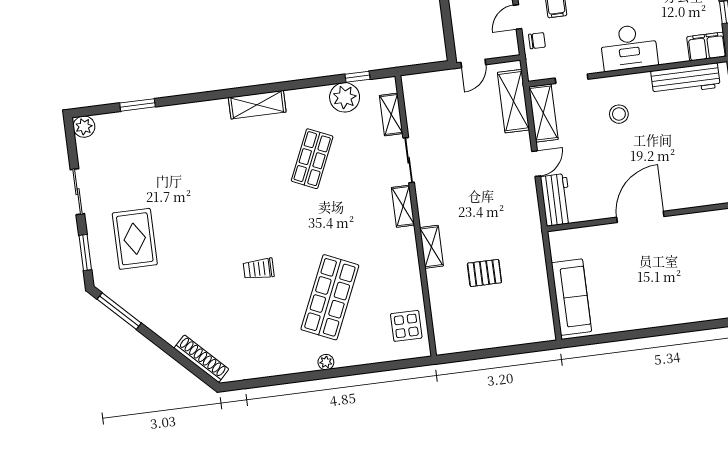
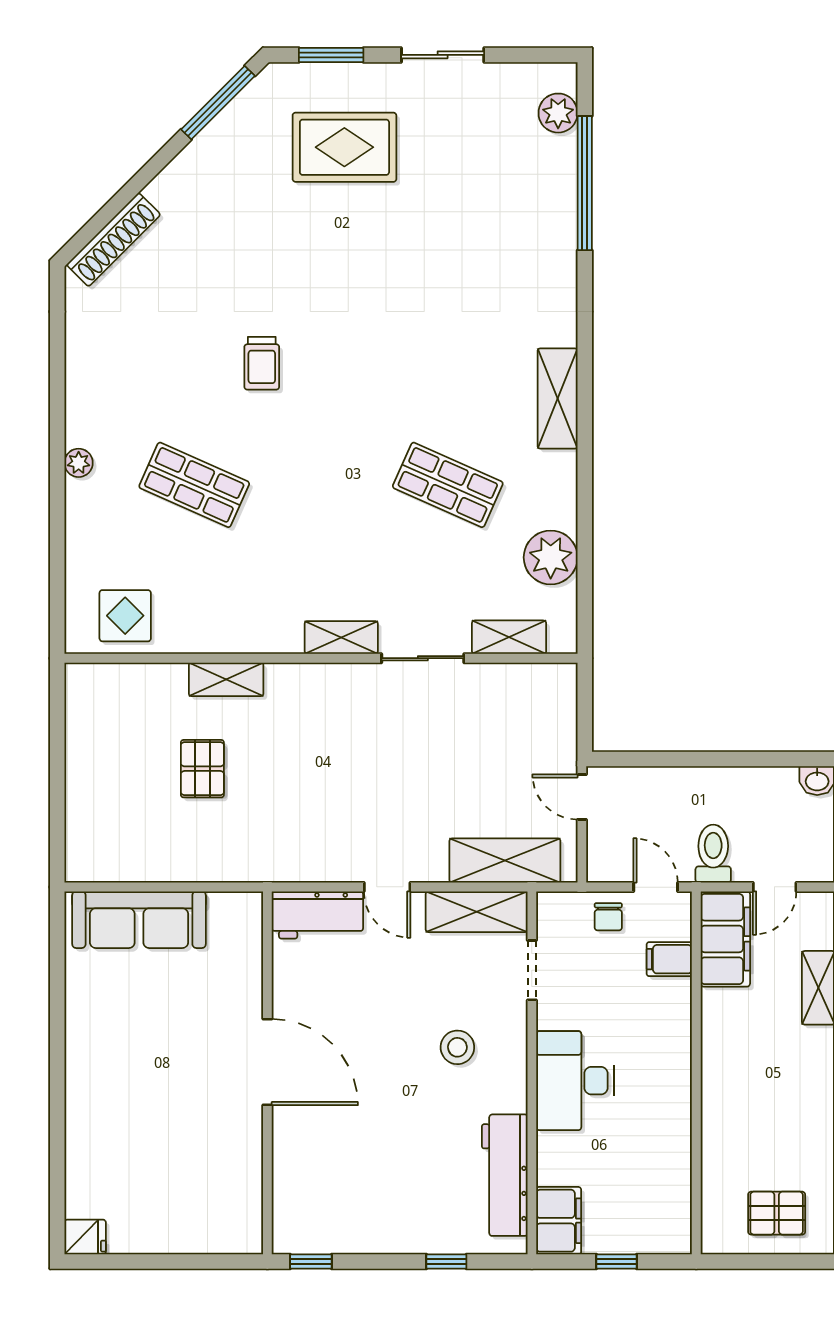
window: (357, 77) -> (585, 585), removed
window: (138, 105) -> (585, 183), width x2.11
plant: (84, 127) -> (558, 113), moved
shelving: (431, 247) -> (226, 679), moved
trolley: (259, 269) -> (262, 363), turned 180
shop shelf: (330, 297) -> (194, 485), width x0.70, depth x0.74

